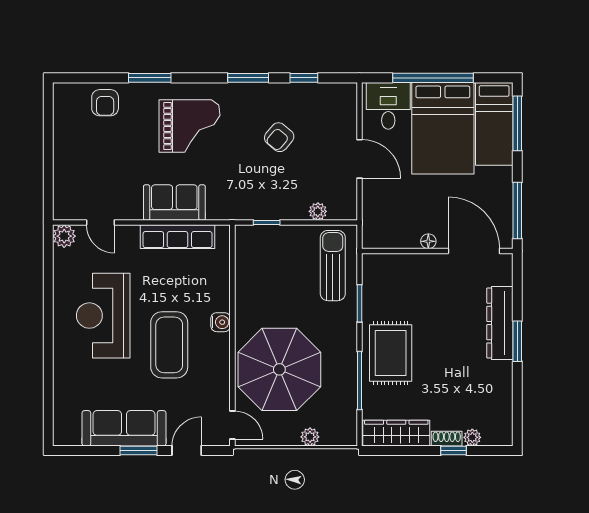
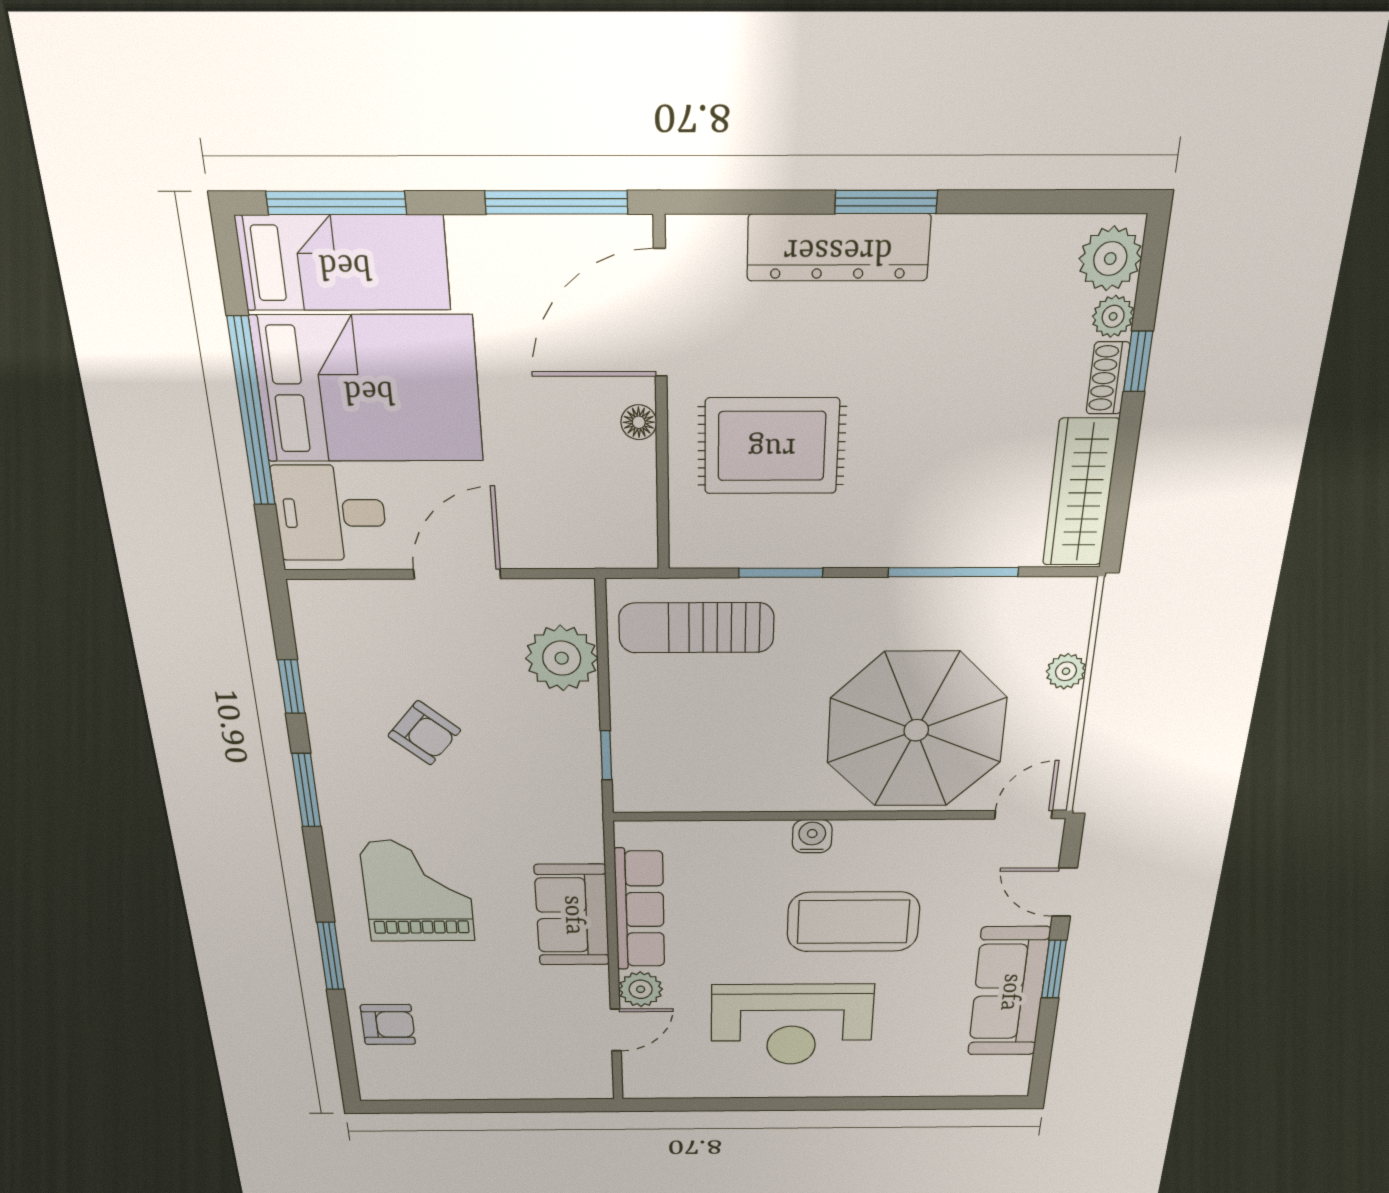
plant: (318, 211) -> (562, 658), width x1.88, depth x1.88
plant: (64, 236) -> (641, 989), moved
rug: (391, 353) -> (772, 446), moved
plant: (495, 433) -> (1110, 259), added

